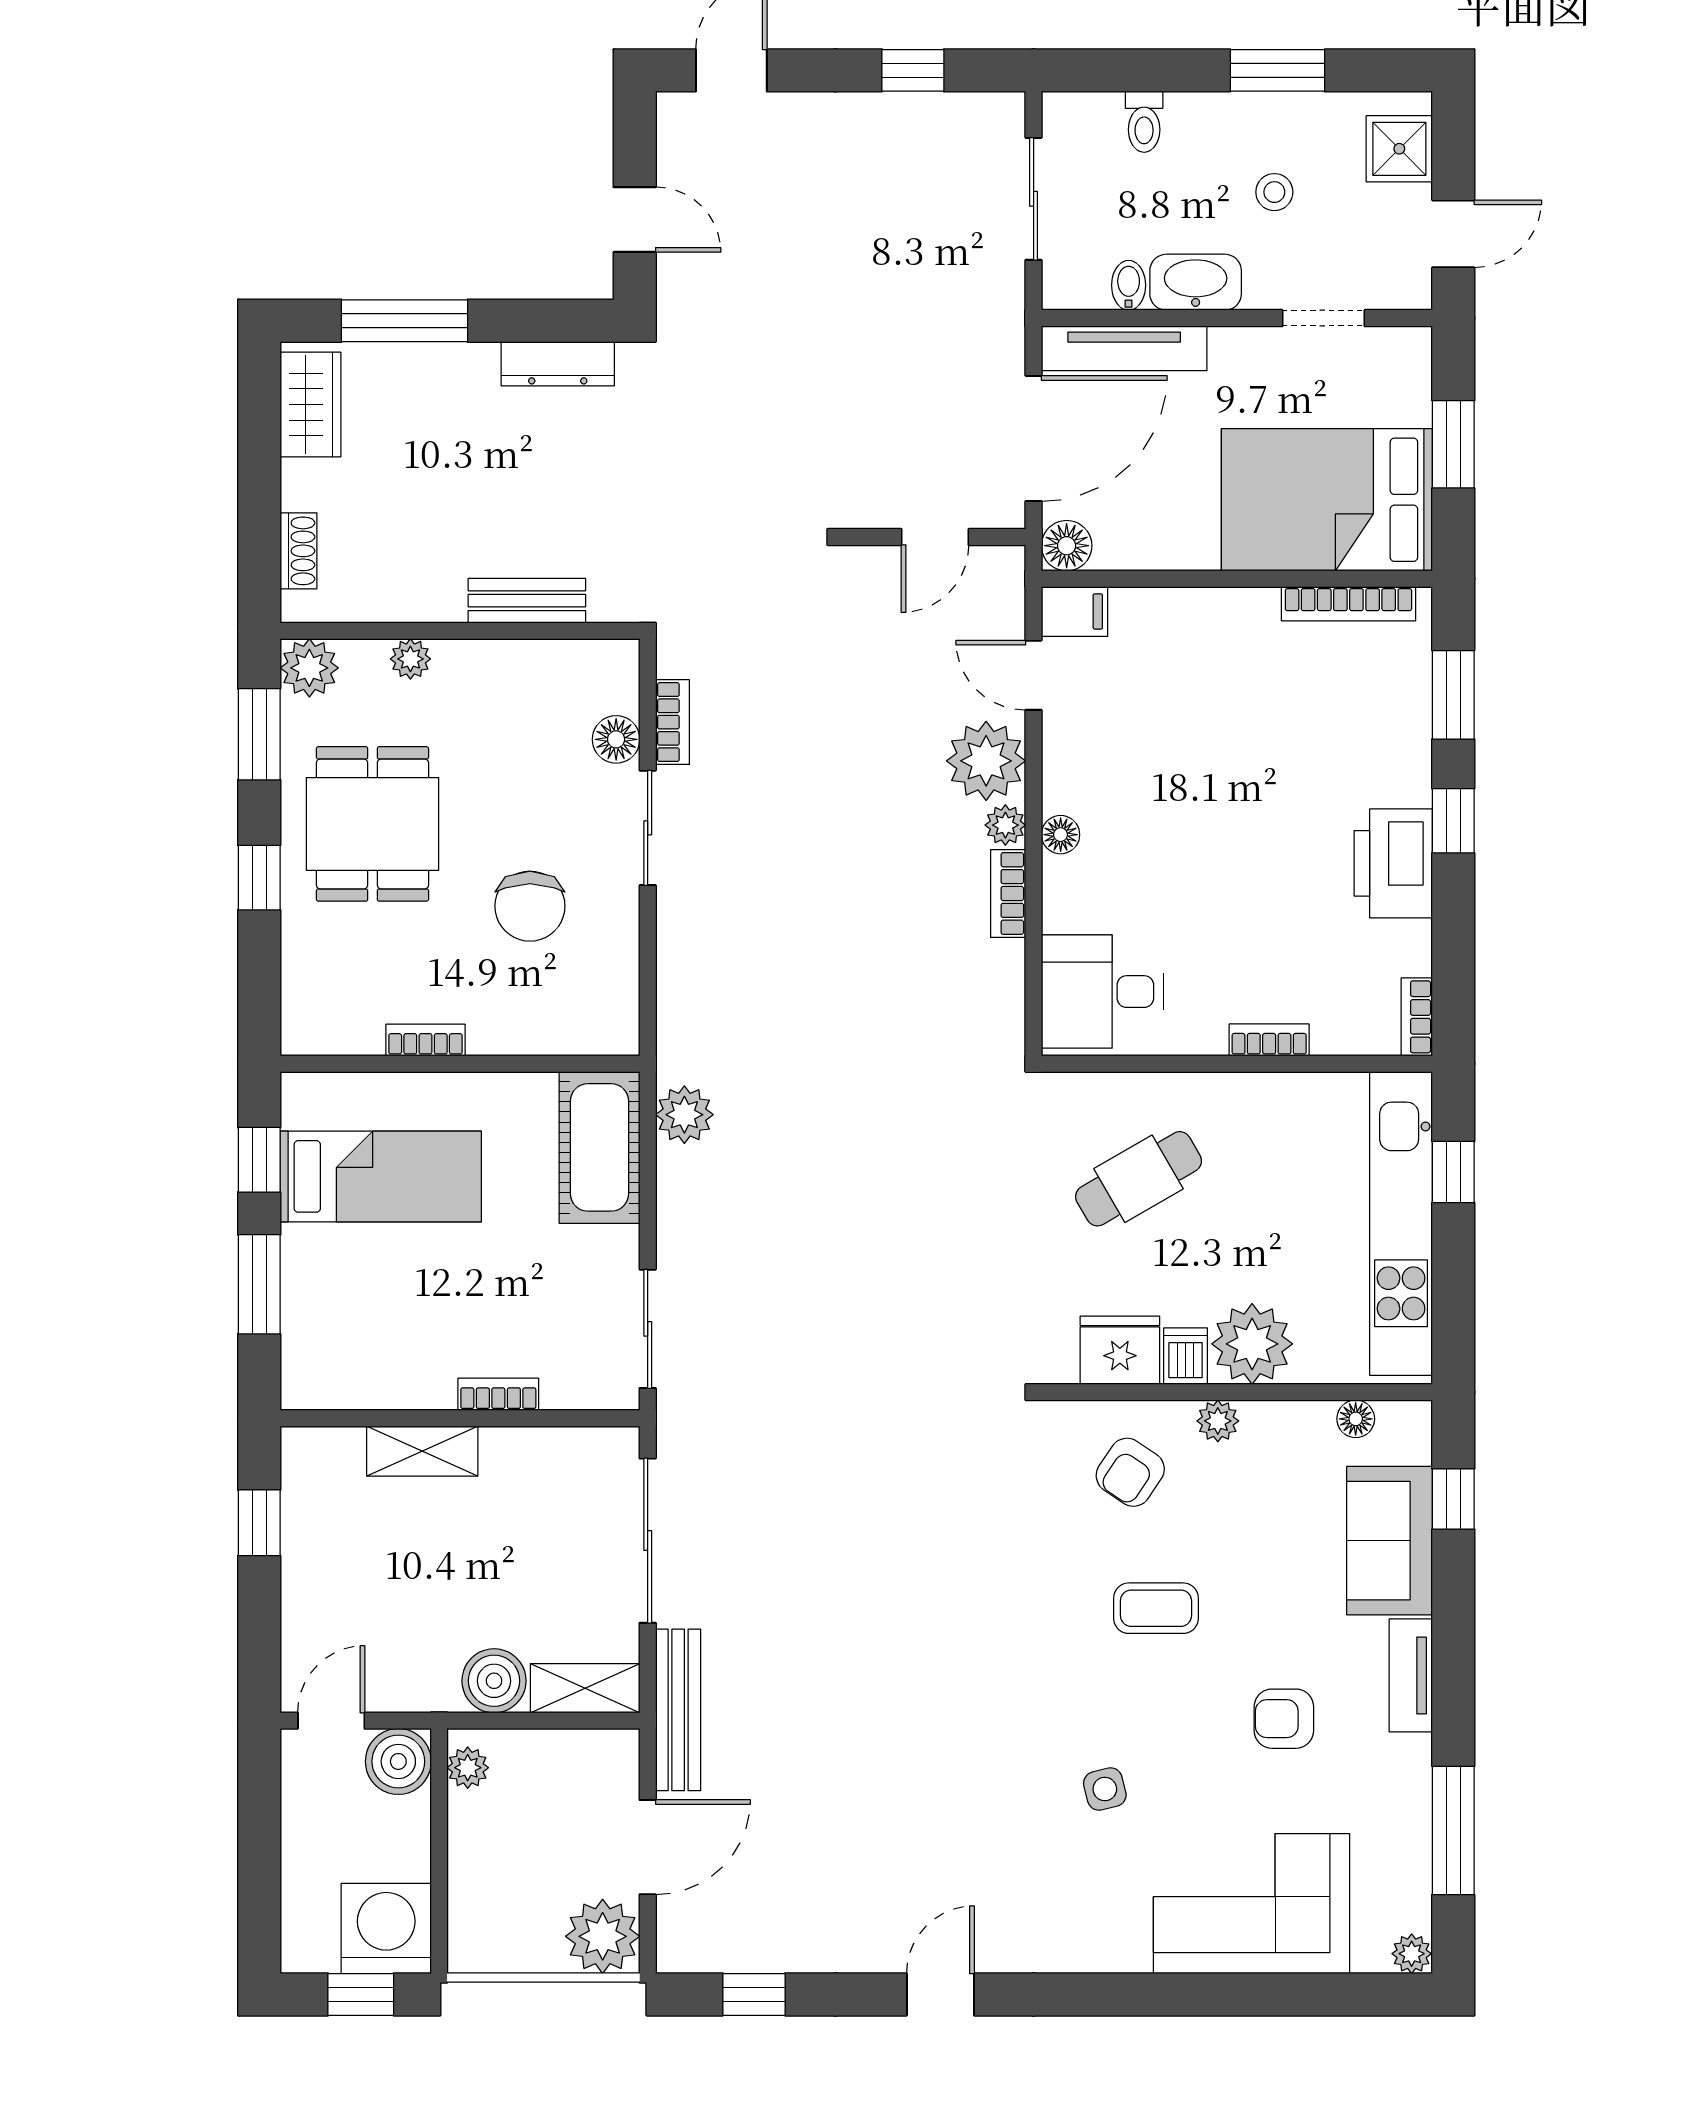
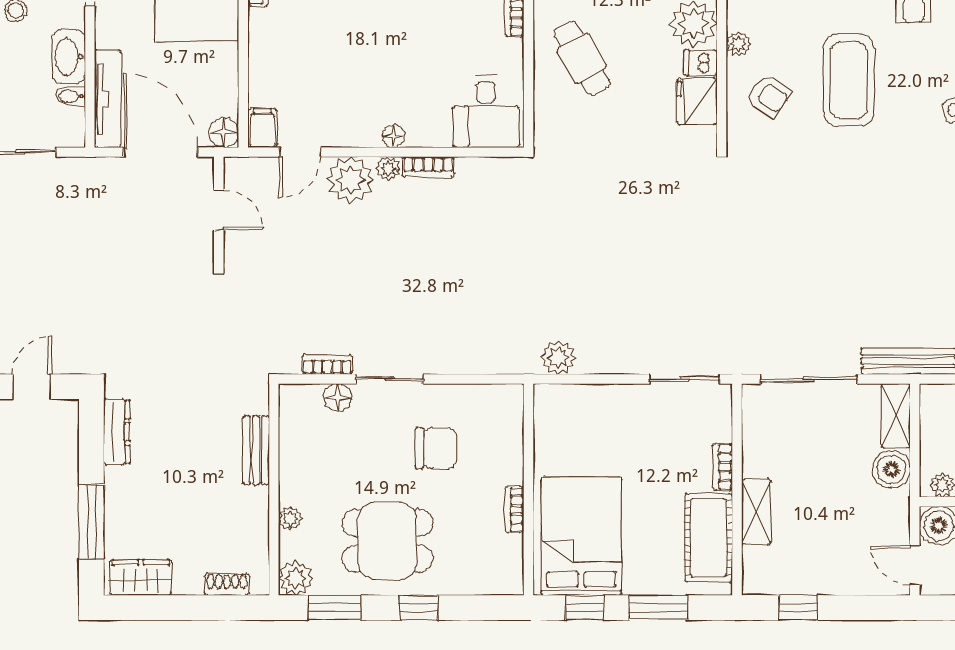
cot: (599, 1147) -> (709, 538), moved, turned 90
bed: (381, 1176) -> (581, 536), width x1.50
cafe table: (1139, 1179) -> (582, 58), moved
coffee table: (1156, 1608) -> (849, 80), width x1.86, depth x1.72

